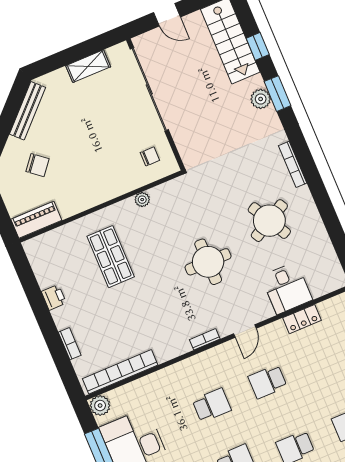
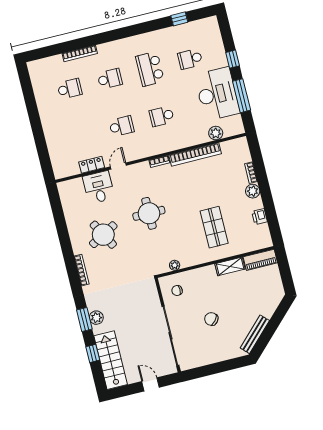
shelving: (88, 66) -> (230, 266), moved
chair: (38, 165) -> (211, 319), moved
plant: (142, 200) -> (175, 265), moved
printer: (54, 297) -> (260, 217), moved
plant: (63, 317) -> (253, 191), added
door: (245, 331) -> (118, 166), moved
bookcase: (120, 372) -> (195, 154), moved
plant: (100, 405) -> (216, 133), moved

